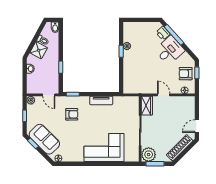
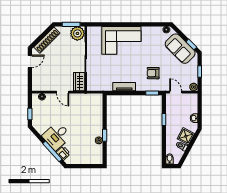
armchair: (186, 74) -> (41, 113), removed

